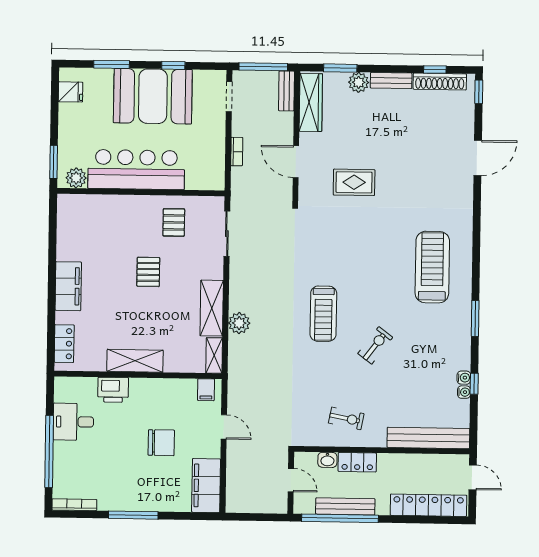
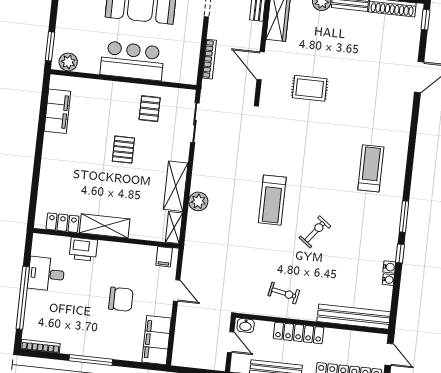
bookcase: (237, 152) -> (209, 59), width x1.56
bar counter: (136, 170) -> (132, 61), width x0.73
treadmill: (432, 267) -> (371, 168), width x0.73, depth x0.73
filing cabinet: (68, 286) -> (57, 111), moved
locker: (64, 344) -> (63, 223), moved, turned -90
window: (474, 384) -> (400, 253), moved
washbasin: (327, 460) -> (246, 326), moved
locker: (357, 462) -> (298, 333), width x1.53

